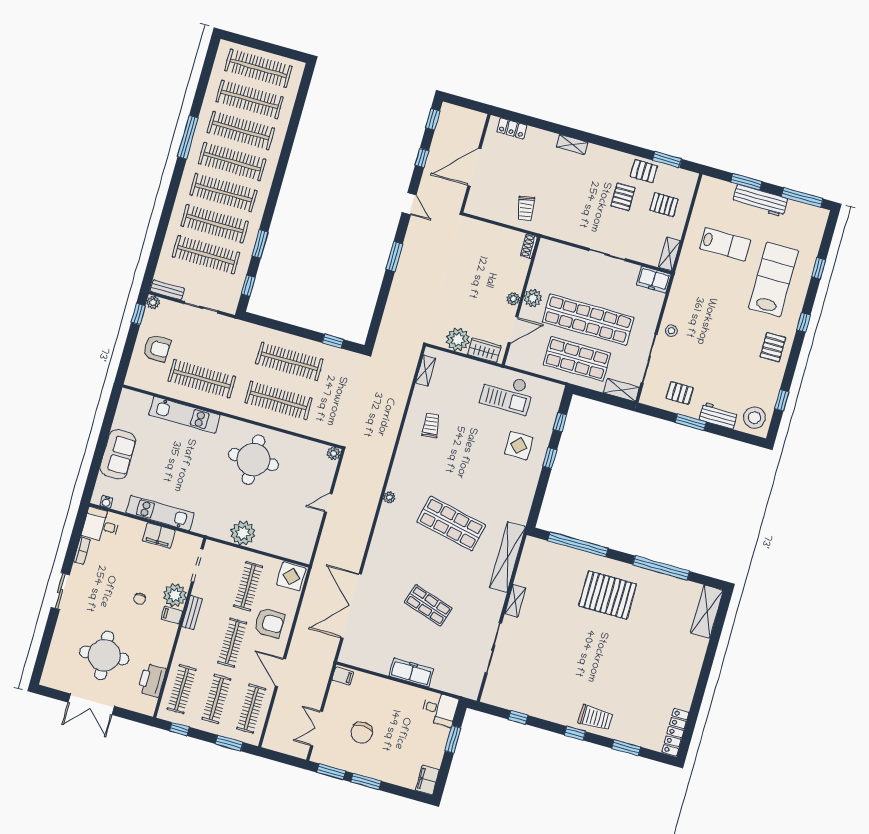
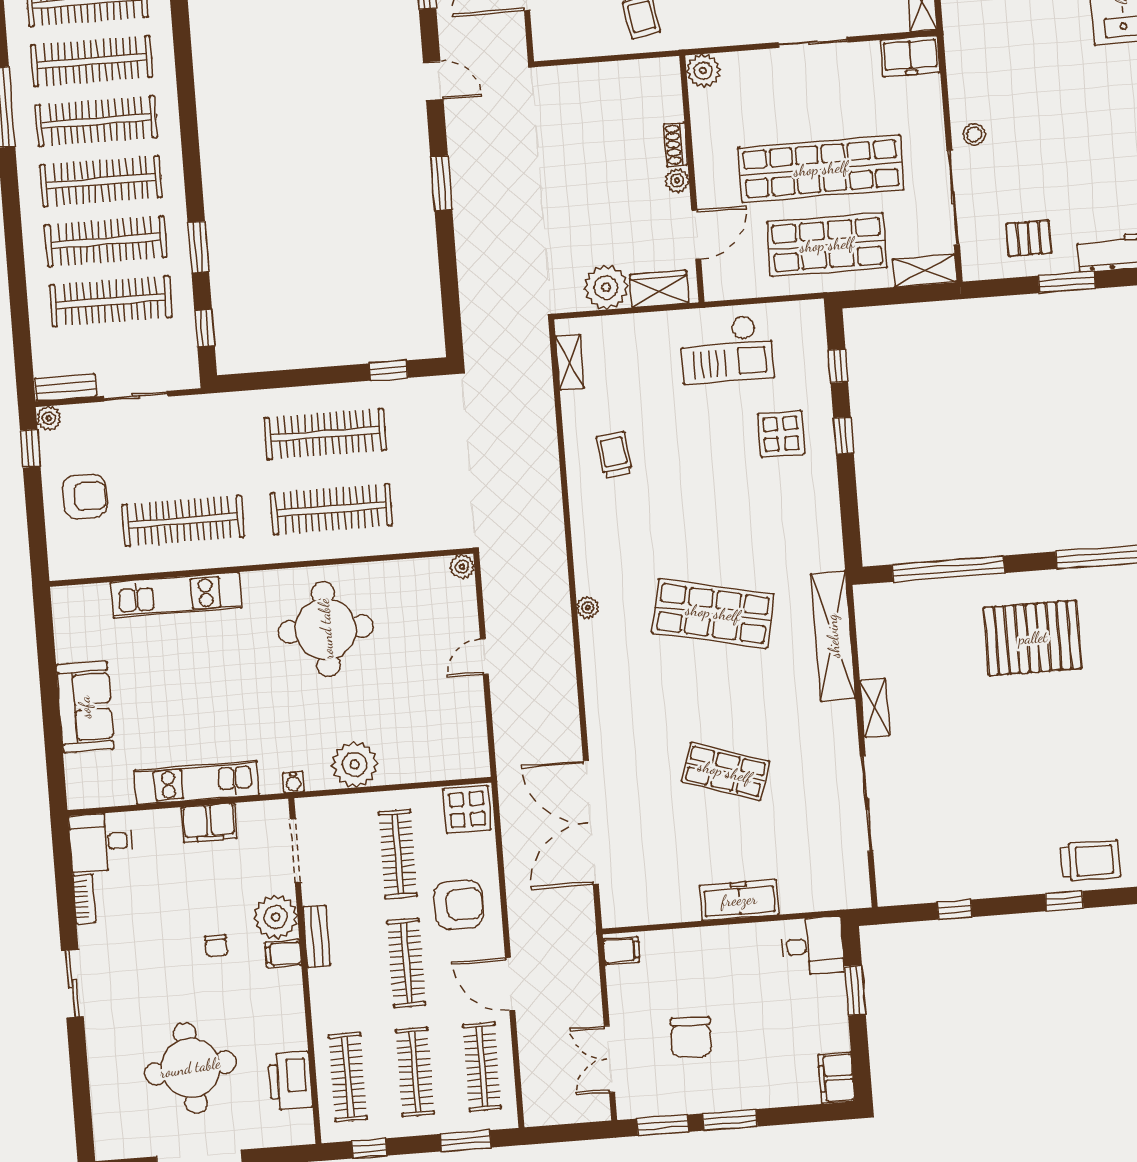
shoe rack: (529, 246) -> (676, 144), moved
plant: (533, 298) -> (703, 71), moved
water cooler: (106, 502) -> (293, 782), moved

